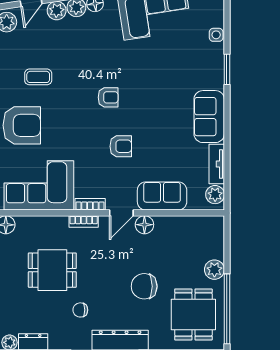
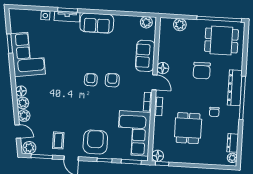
coffee table: (38, 77) -> (58, 140), moved
armchair: (108, 97) -> (91, 80), moved
tv unit: (217, 164) -> (67, 17), moved
plant: (214, 270) -> (180, 25), moved

